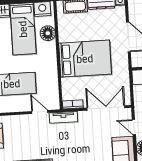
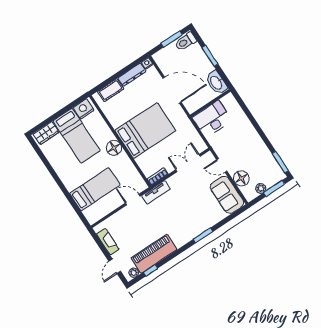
floor lamp: (48, 33) -> (114, 148), moved
double door: (106, 108) -> (188, 163), width x0.73

